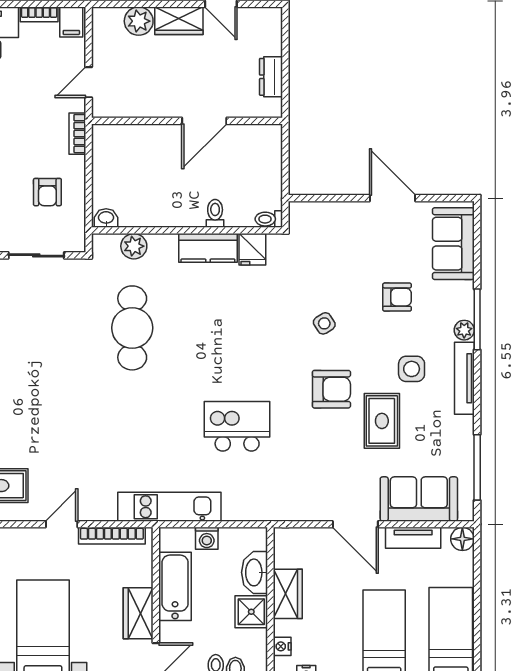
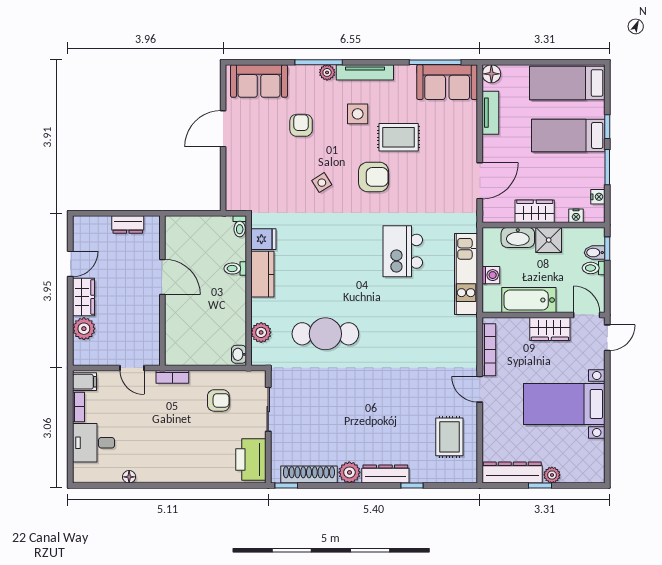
armchair: (331, 389) -> (374, 177), turned 90
sofa: (419, 499) -> (447, 82), moved, turned -90
kitchen unit: (169, 507) -> (466, 274), moved
door: (355, 524) -> (480, 181), moved

